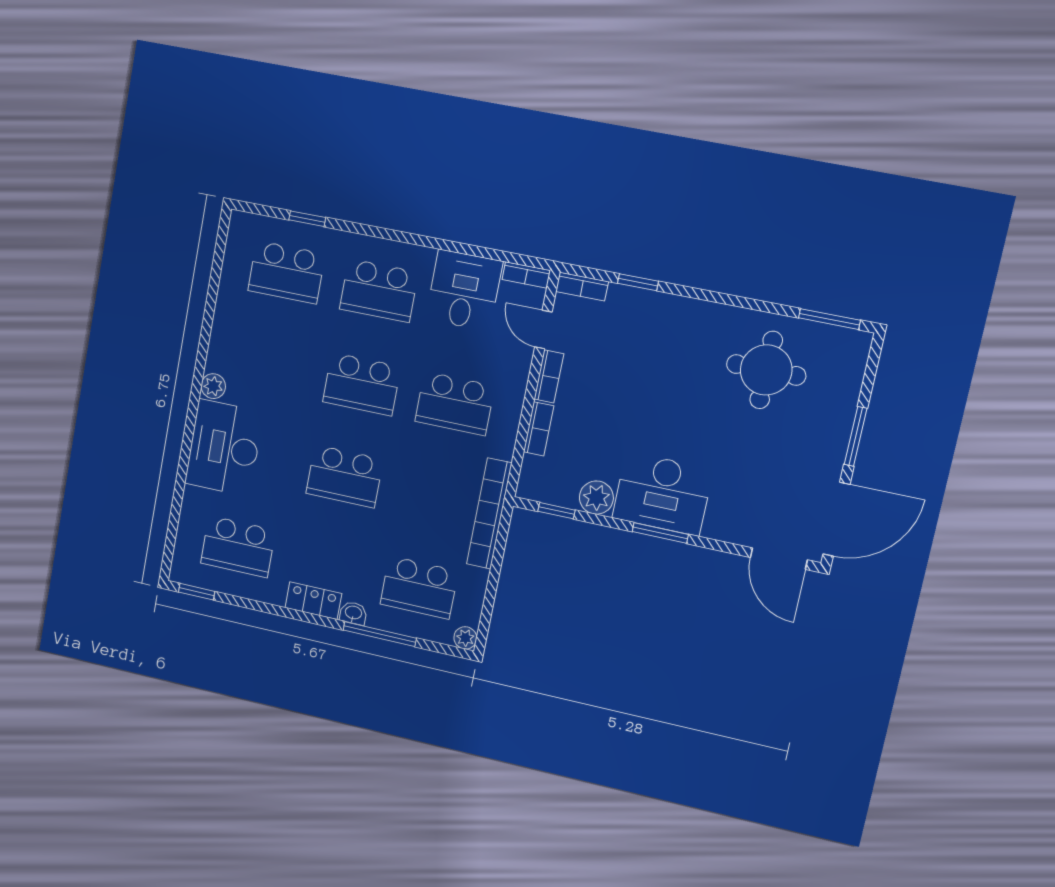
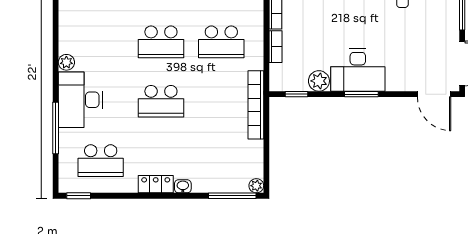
window: (180, 483) -> (56, 128), added
school desk: (419, 588) -> (221, 161), removed
window: (380, 634) -> (232, 196), moved

